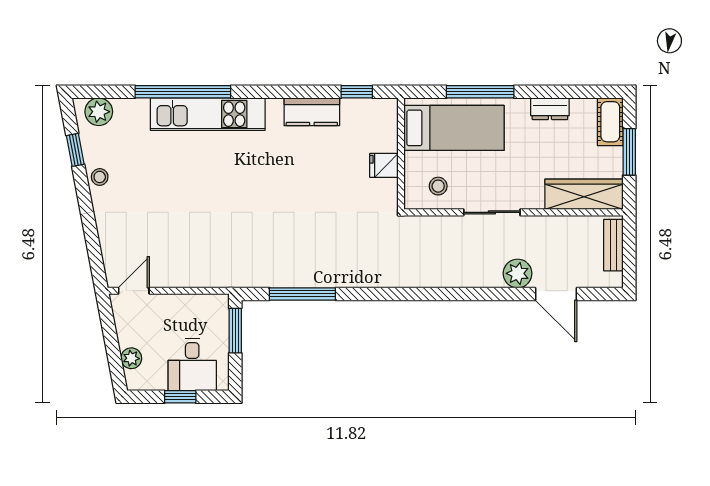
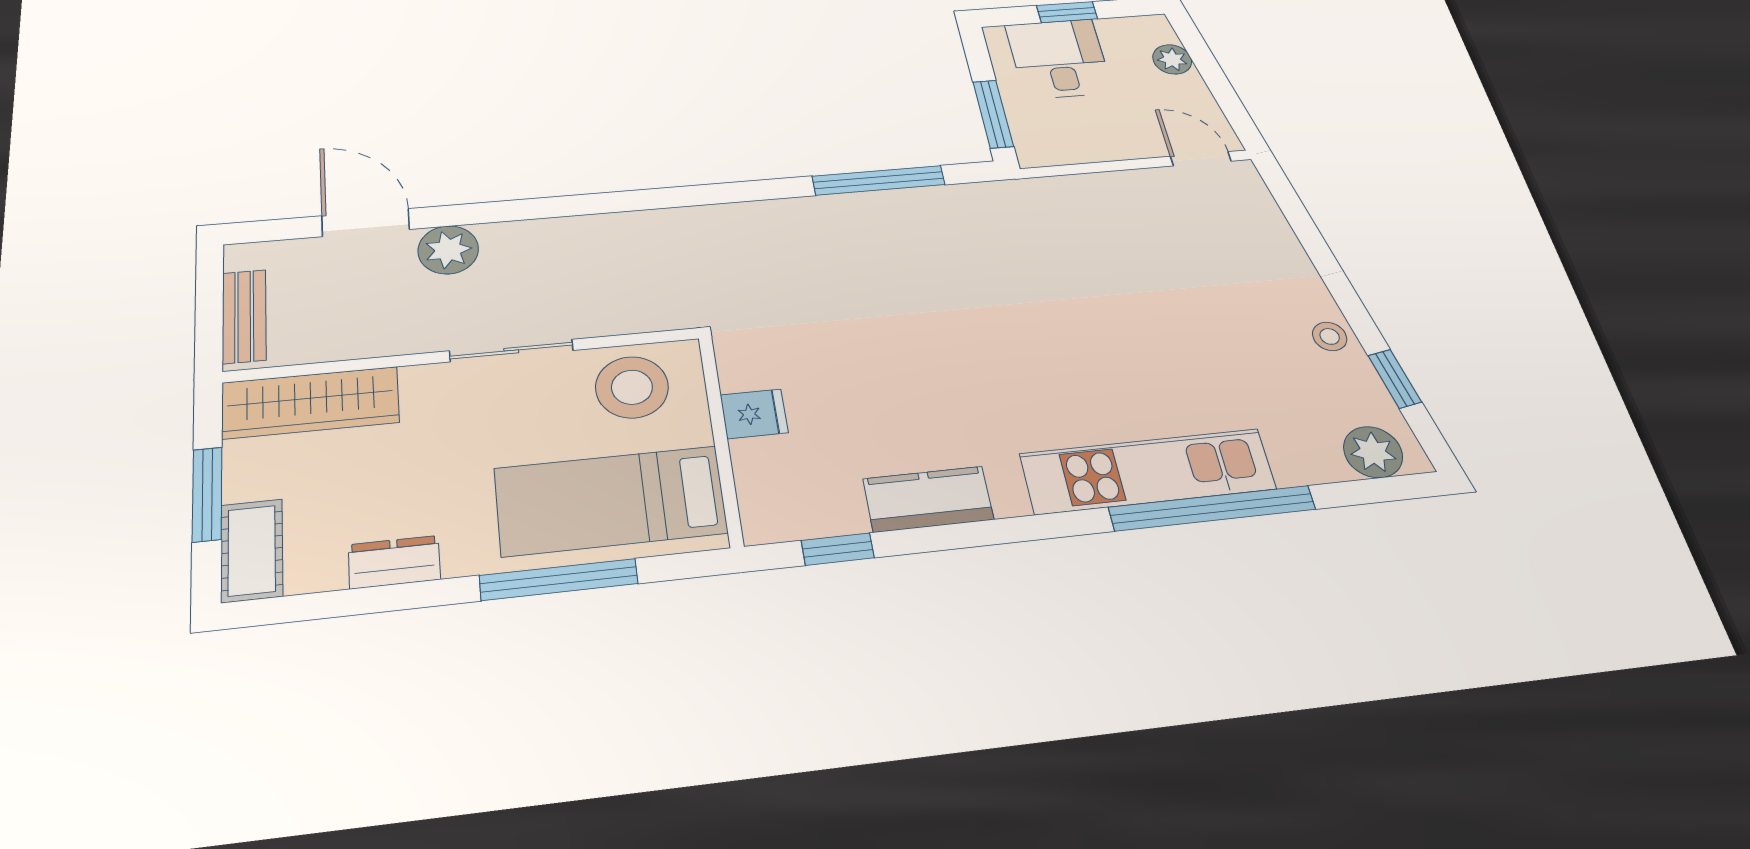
stool: (438, 186) -> (632, 387), width x1.89, depth x1.89
door: (134, 291) -> (1201, 159), swing flipped

